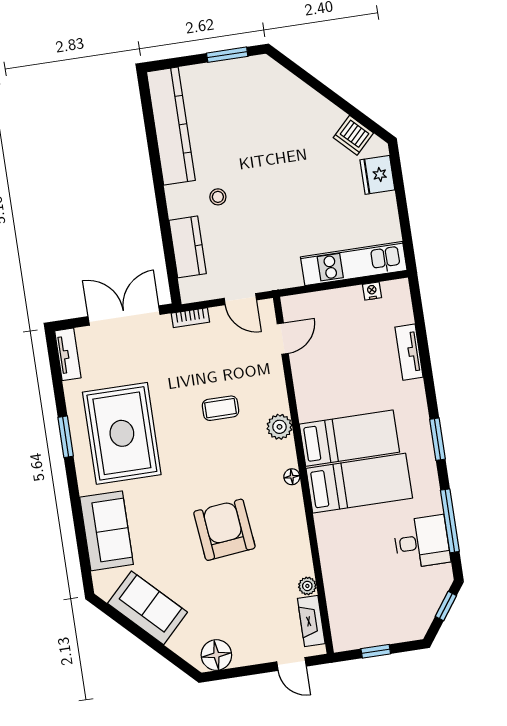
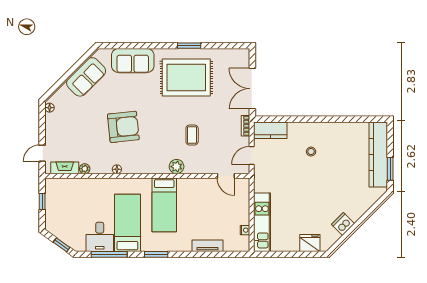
kitchen counter: (171, 126) -> (378, 155), moved, turned 90
dishwasher: (353, 135) -> (343, 224), moved
kitchen counter: (188, 247) -> (270, 130), moved
double door: (124, 315) -> (252, 89), swing flipped
tv unit: (68, 354) -> (235, 54), removed
floor lamp: (292, 477) -> (117, 169), moved
bed: (359, 483) -> (127, 223), moved, turned 180
floor lamp: (216, 655) -> (50, 108), width x0.53, depth x0.53

